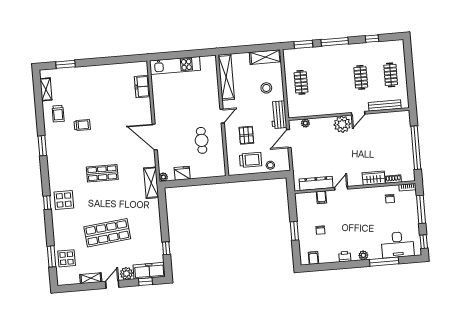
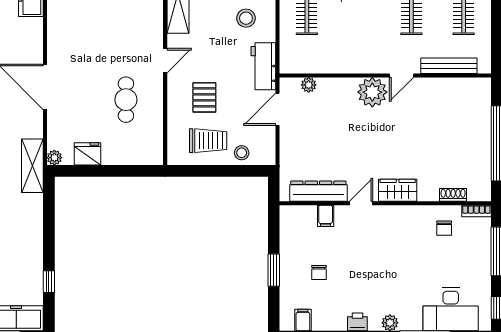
wardrobe: (374, 178) -> (398, 190), moved

